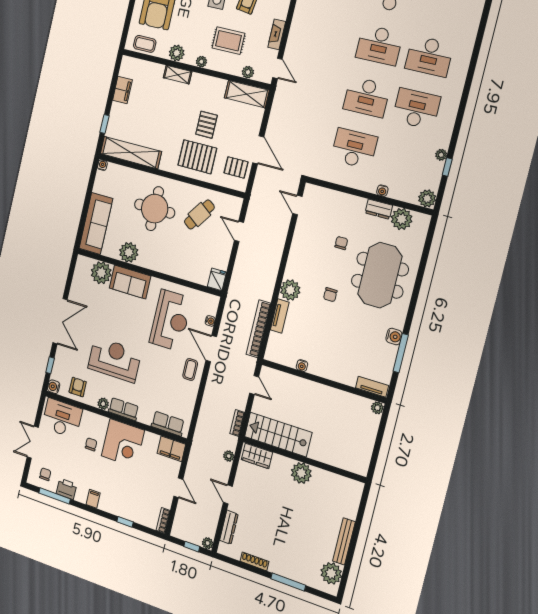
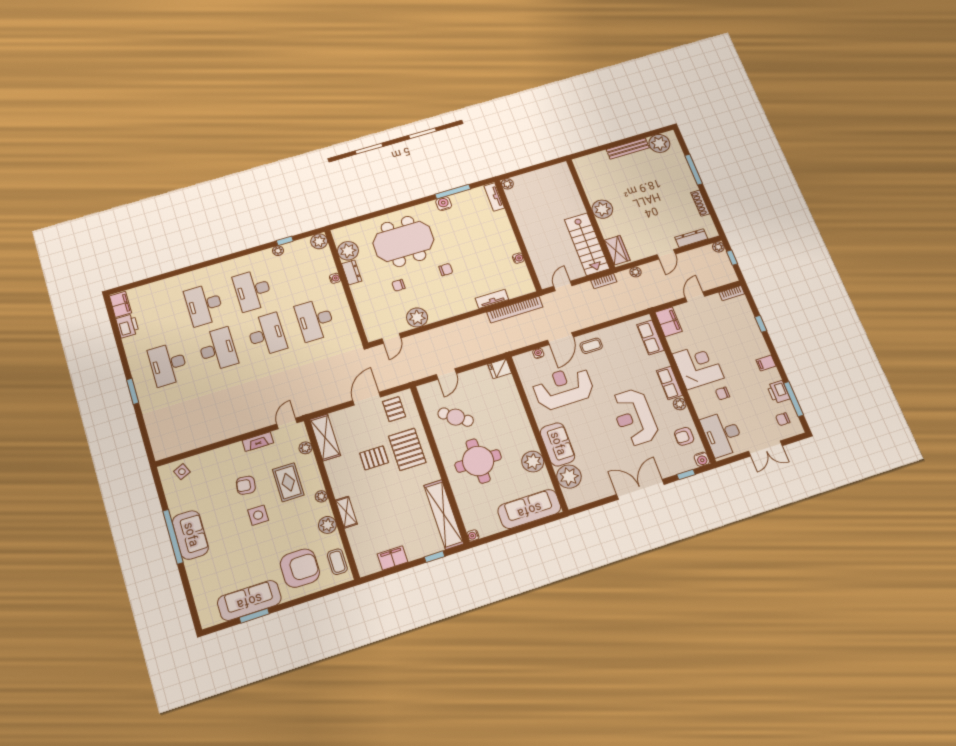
desk: (429, 56) -> (204, 305), turned 180
plant: (290, 290) -> (417, 317), moved

